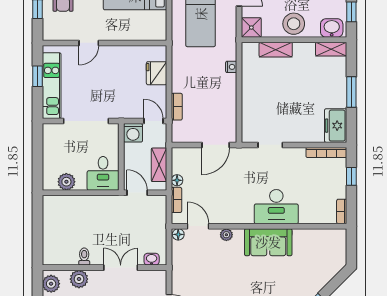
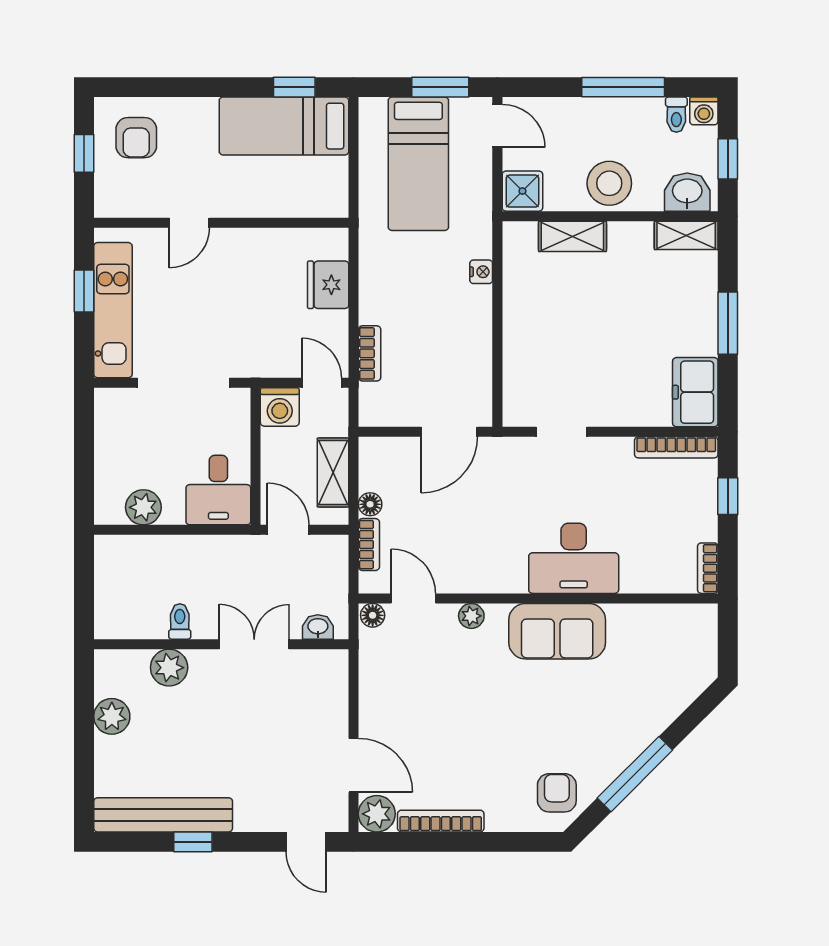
toilet: (84, 257) -> (180, 621), moved
washbasin: (152, 259) -> (318, 627), moved
wall: (104, 268) -> (221, 644), moved
double door: (121, 268) -> (254, 644), moved
plant: (79, 279) -> (169, 668), moved

